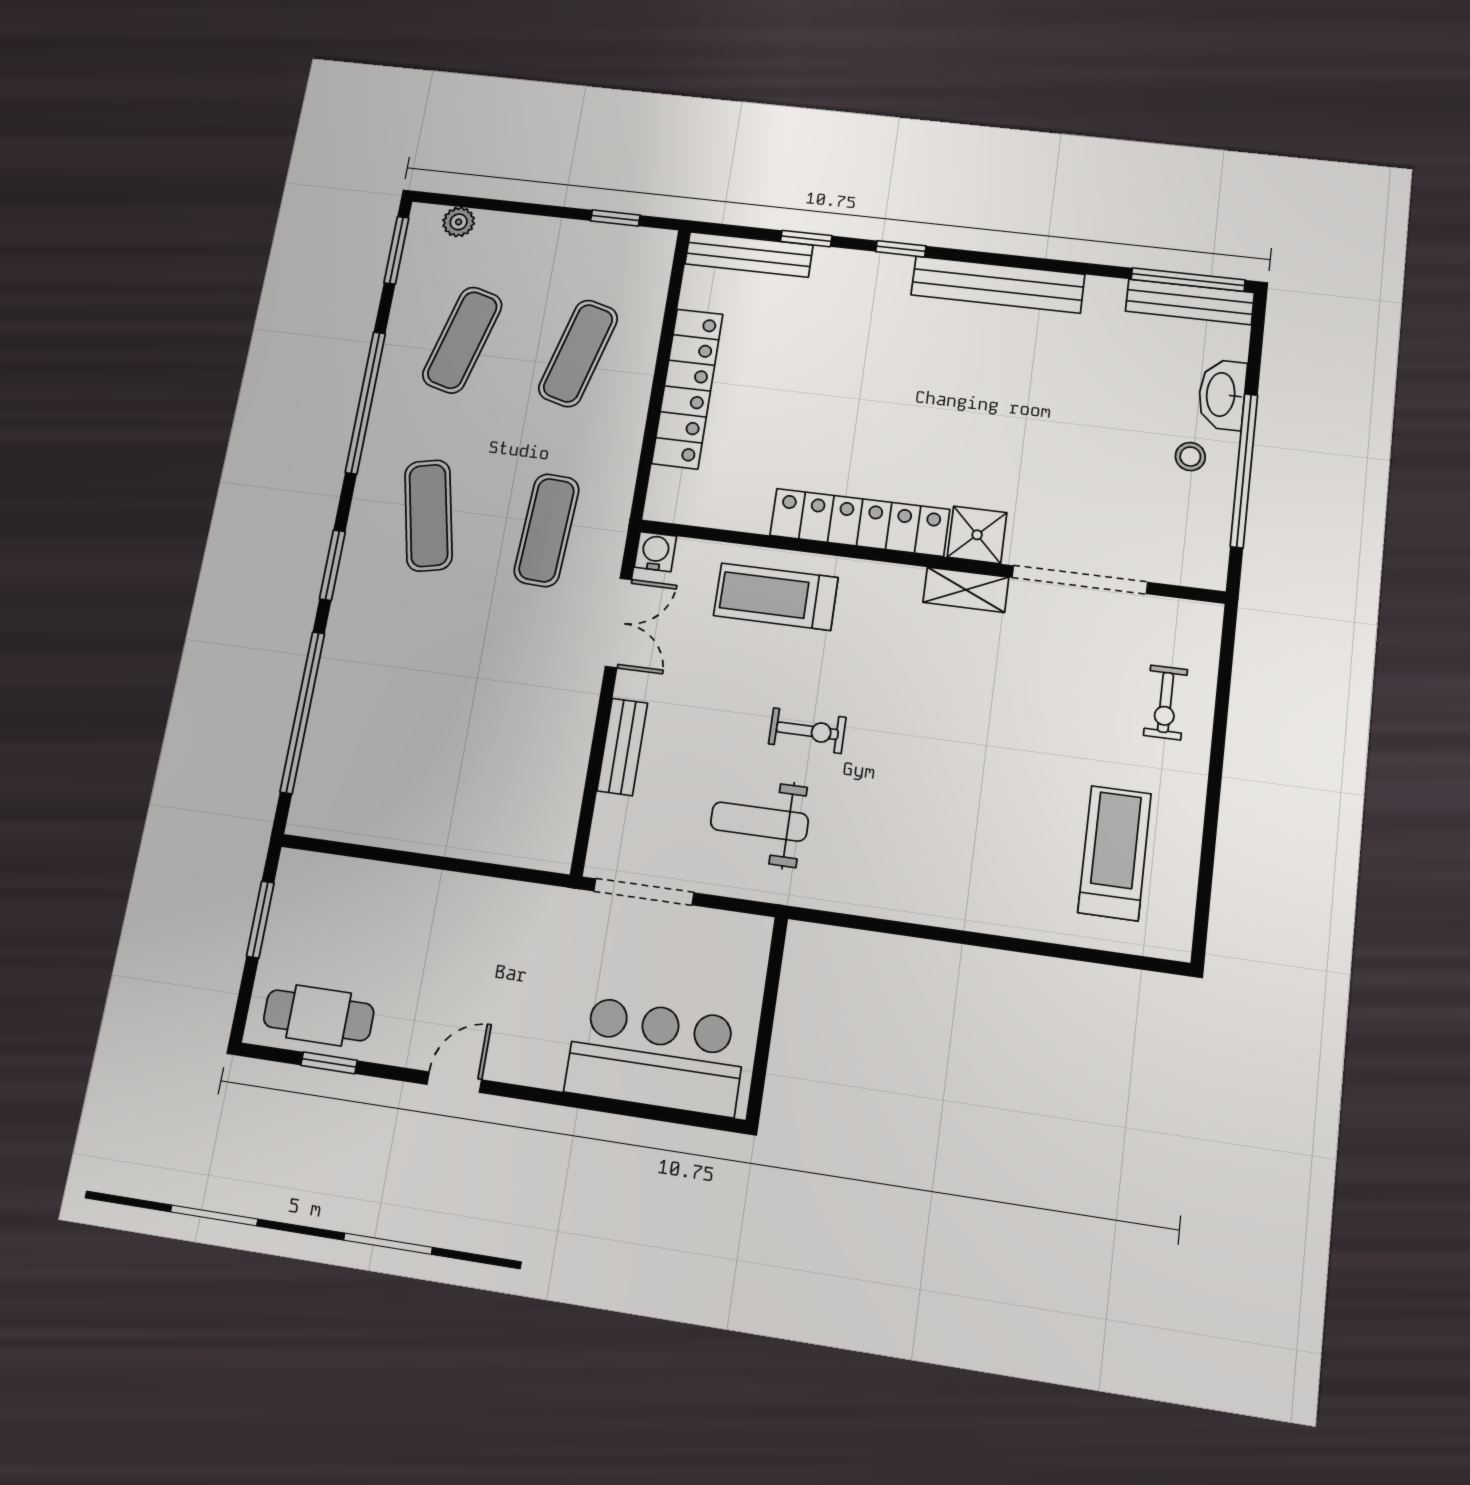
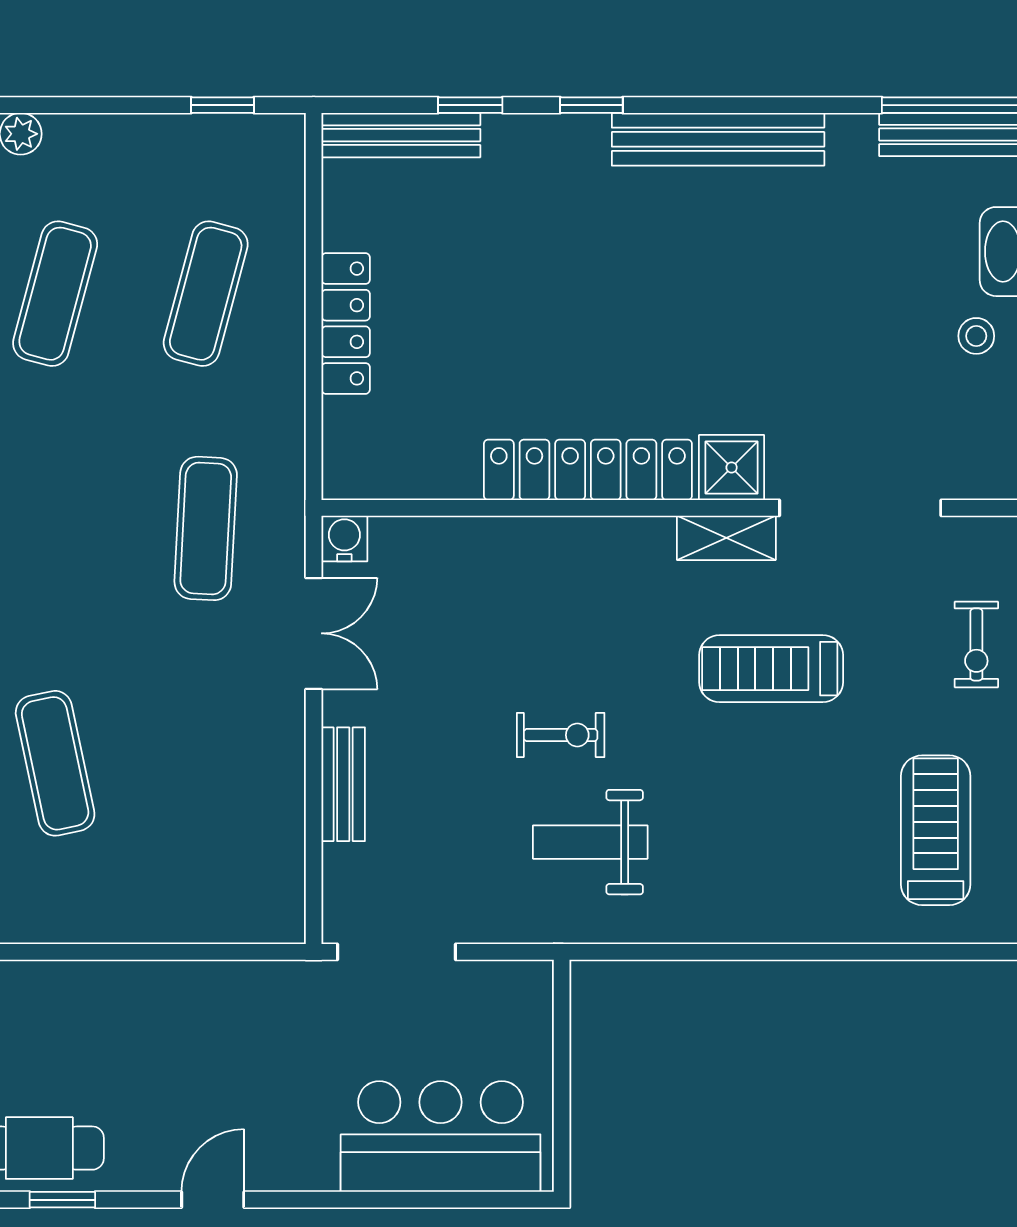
locker: (687, 388) -> (346, 323), width x0.71, depth x0.83
exercise mat: (428, 515) -> (55, 763), moved
treadmill: (776, 597) -> (771, 669), moved
weight bench: (759, 822) -> (590, 842), moved

